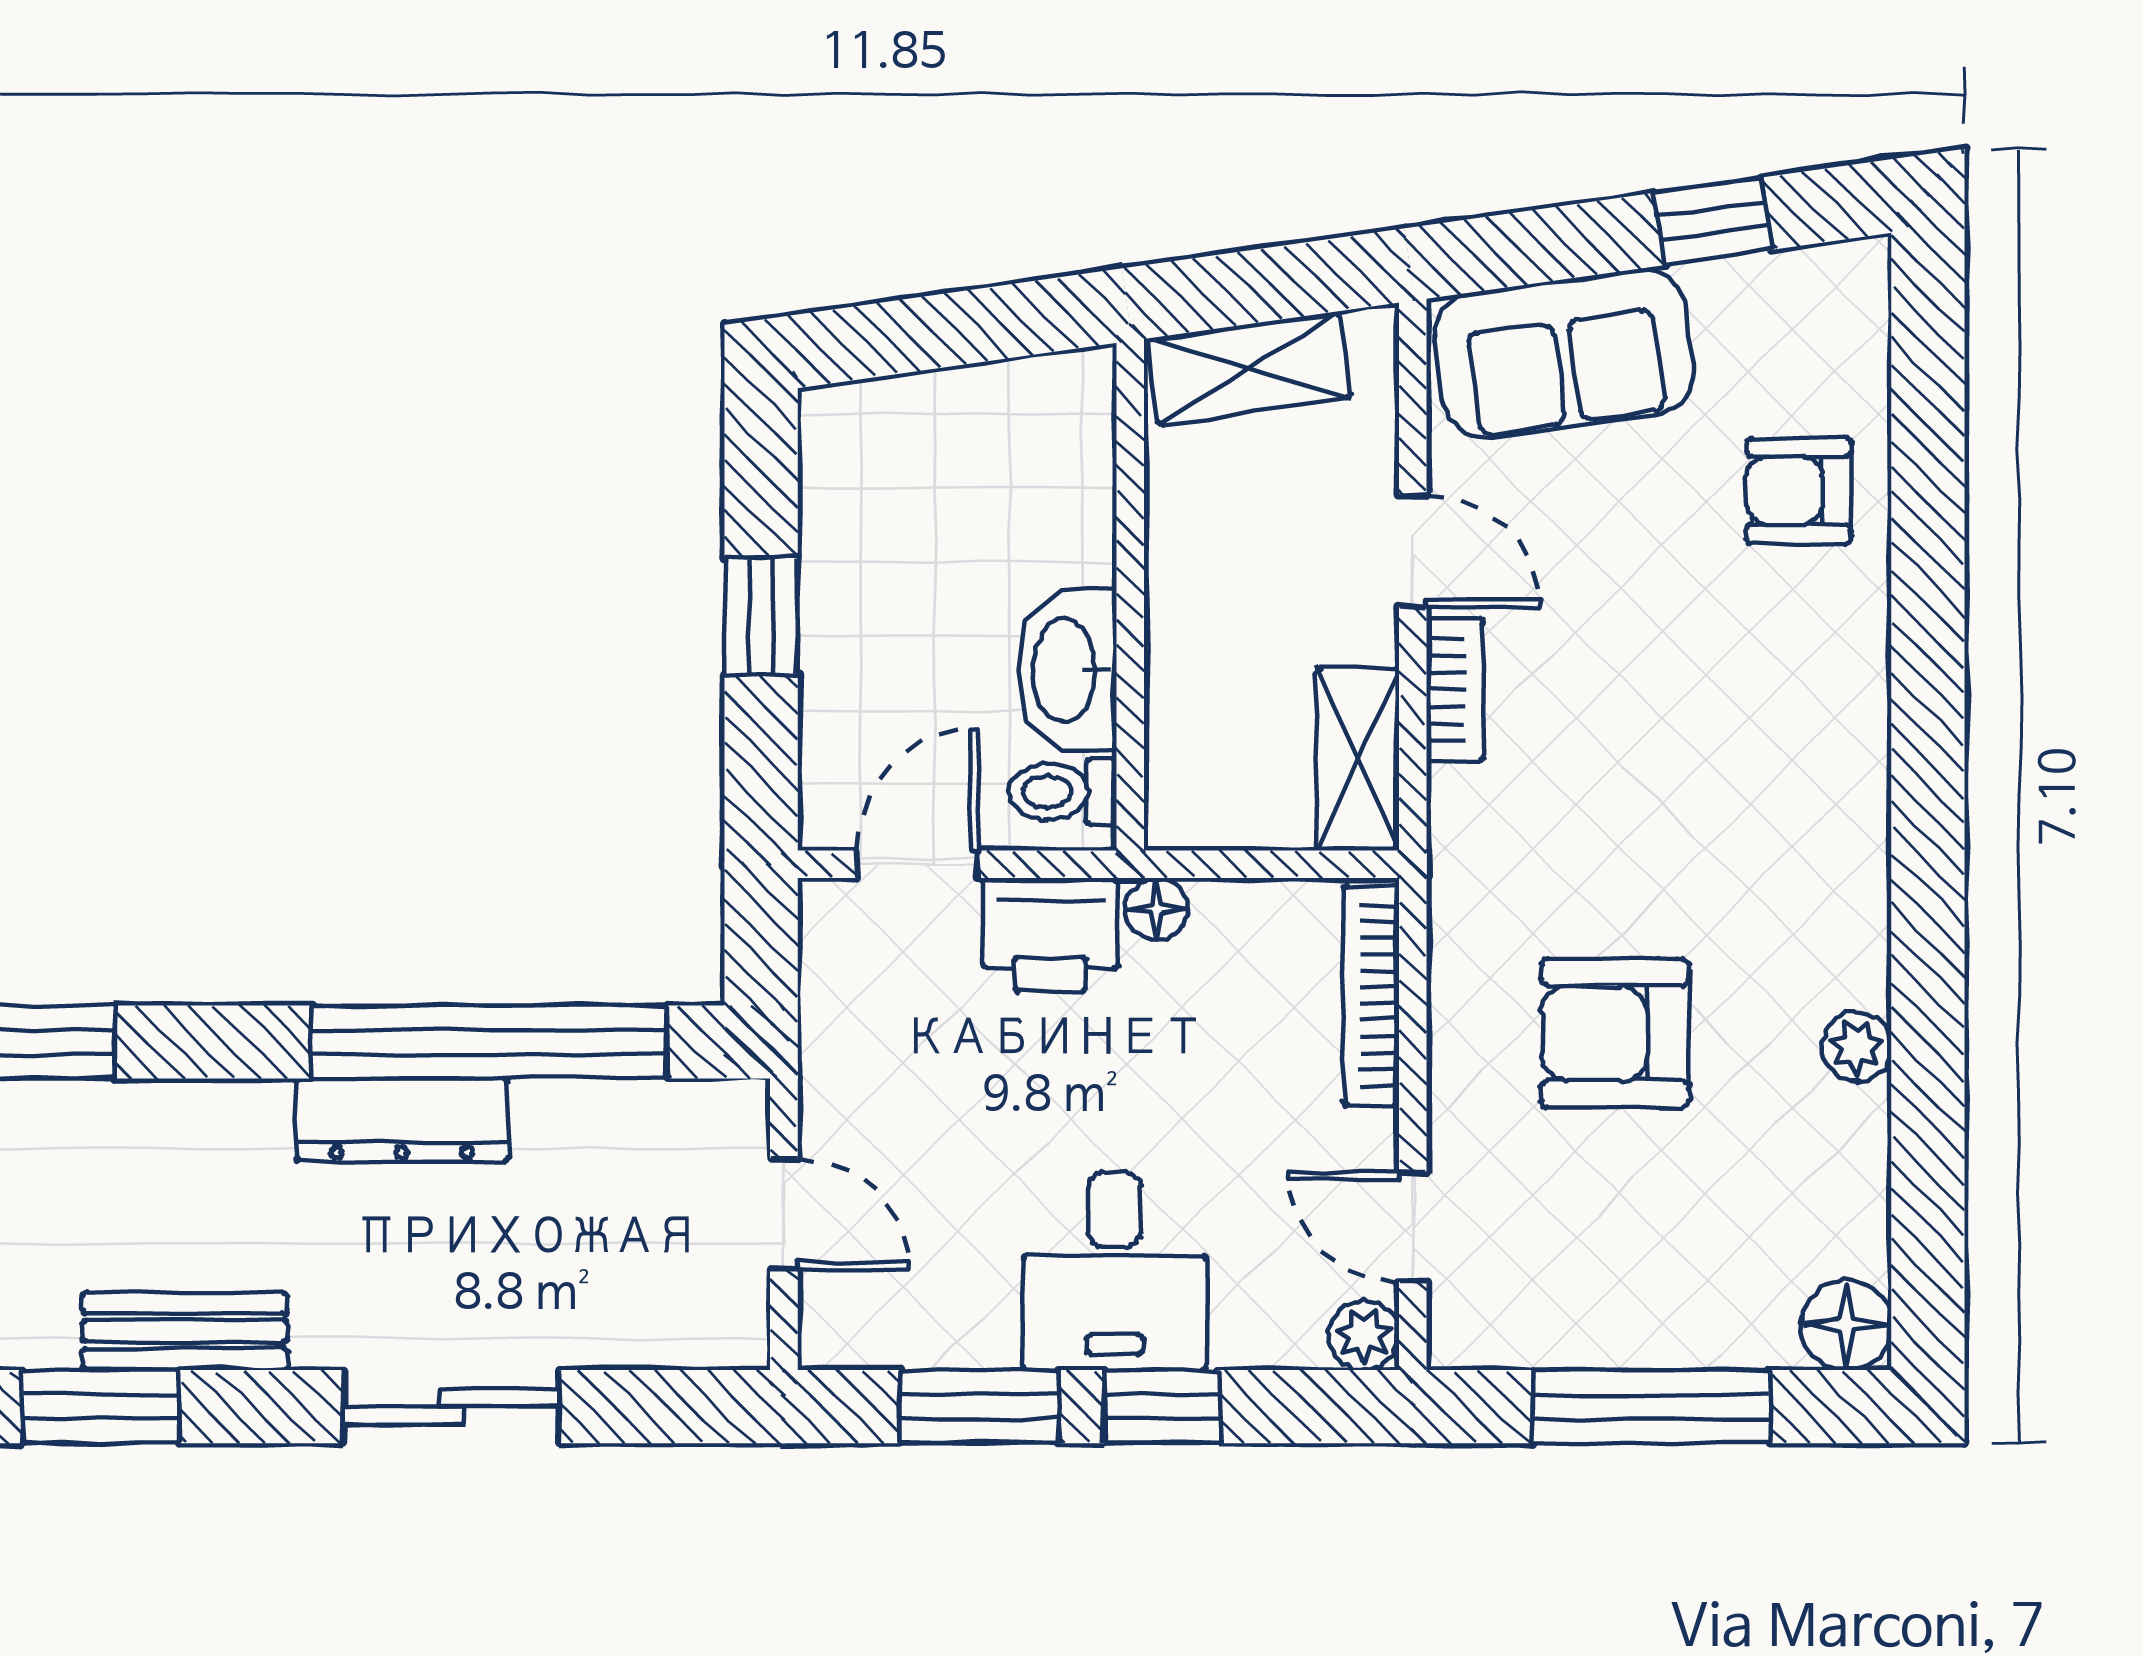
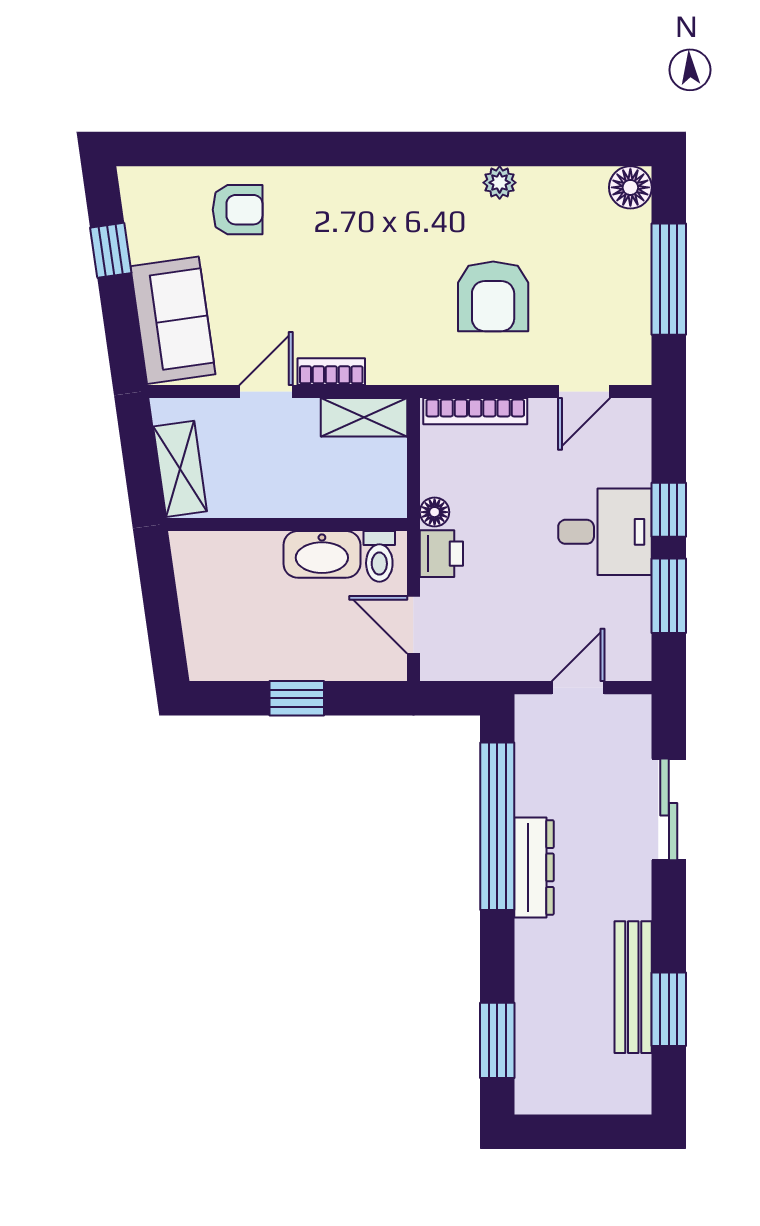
armchair: (1799, 491) -> (238, 210), turned -90
printer: (1050, 934) -> (441, 554), width x0.73, depth x0.81
bench: (185, 1331) -> (633, 987), width x1.36
plant: (1364, 1335) -> (635, 414), removed
sliding door: (451, 1407) -> (669, 809), moved

